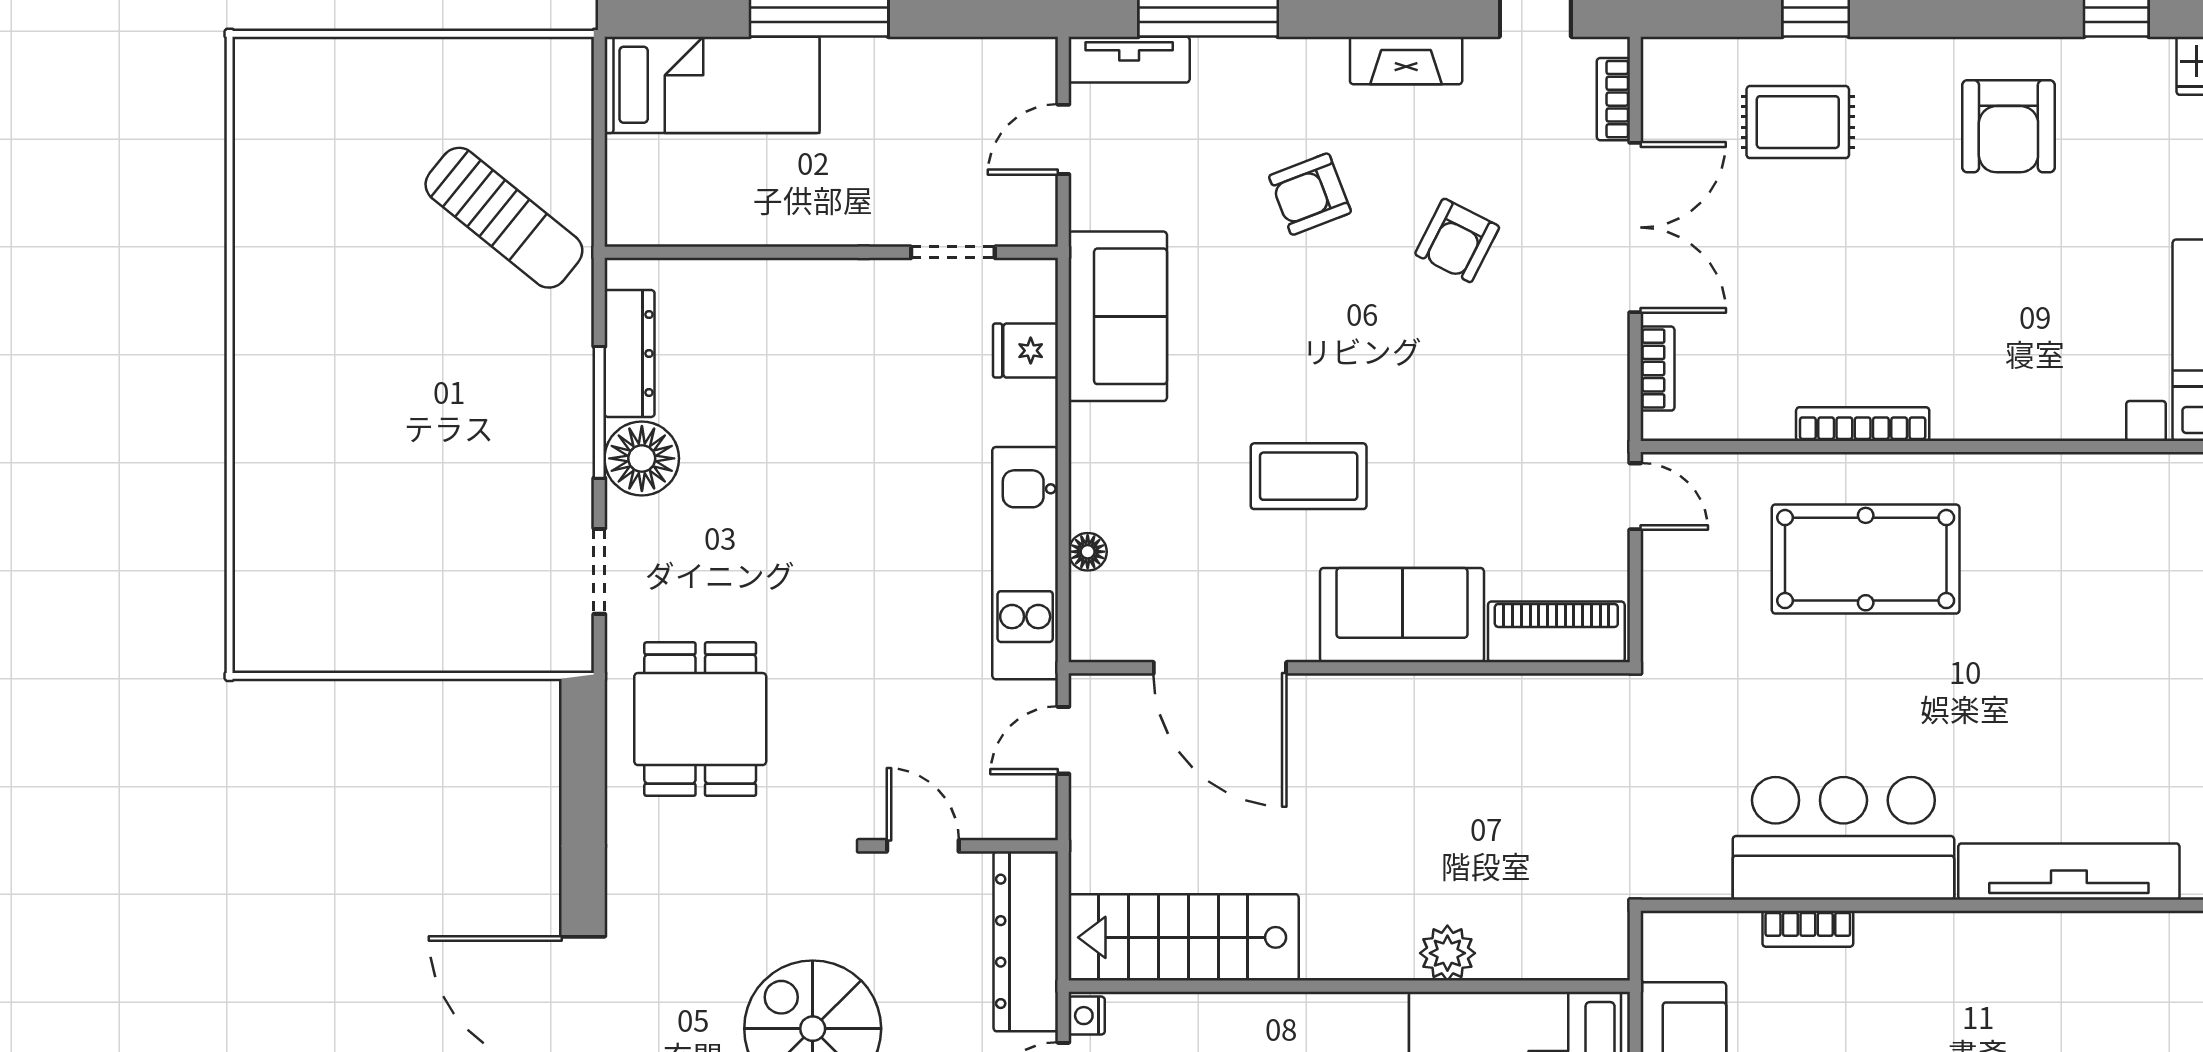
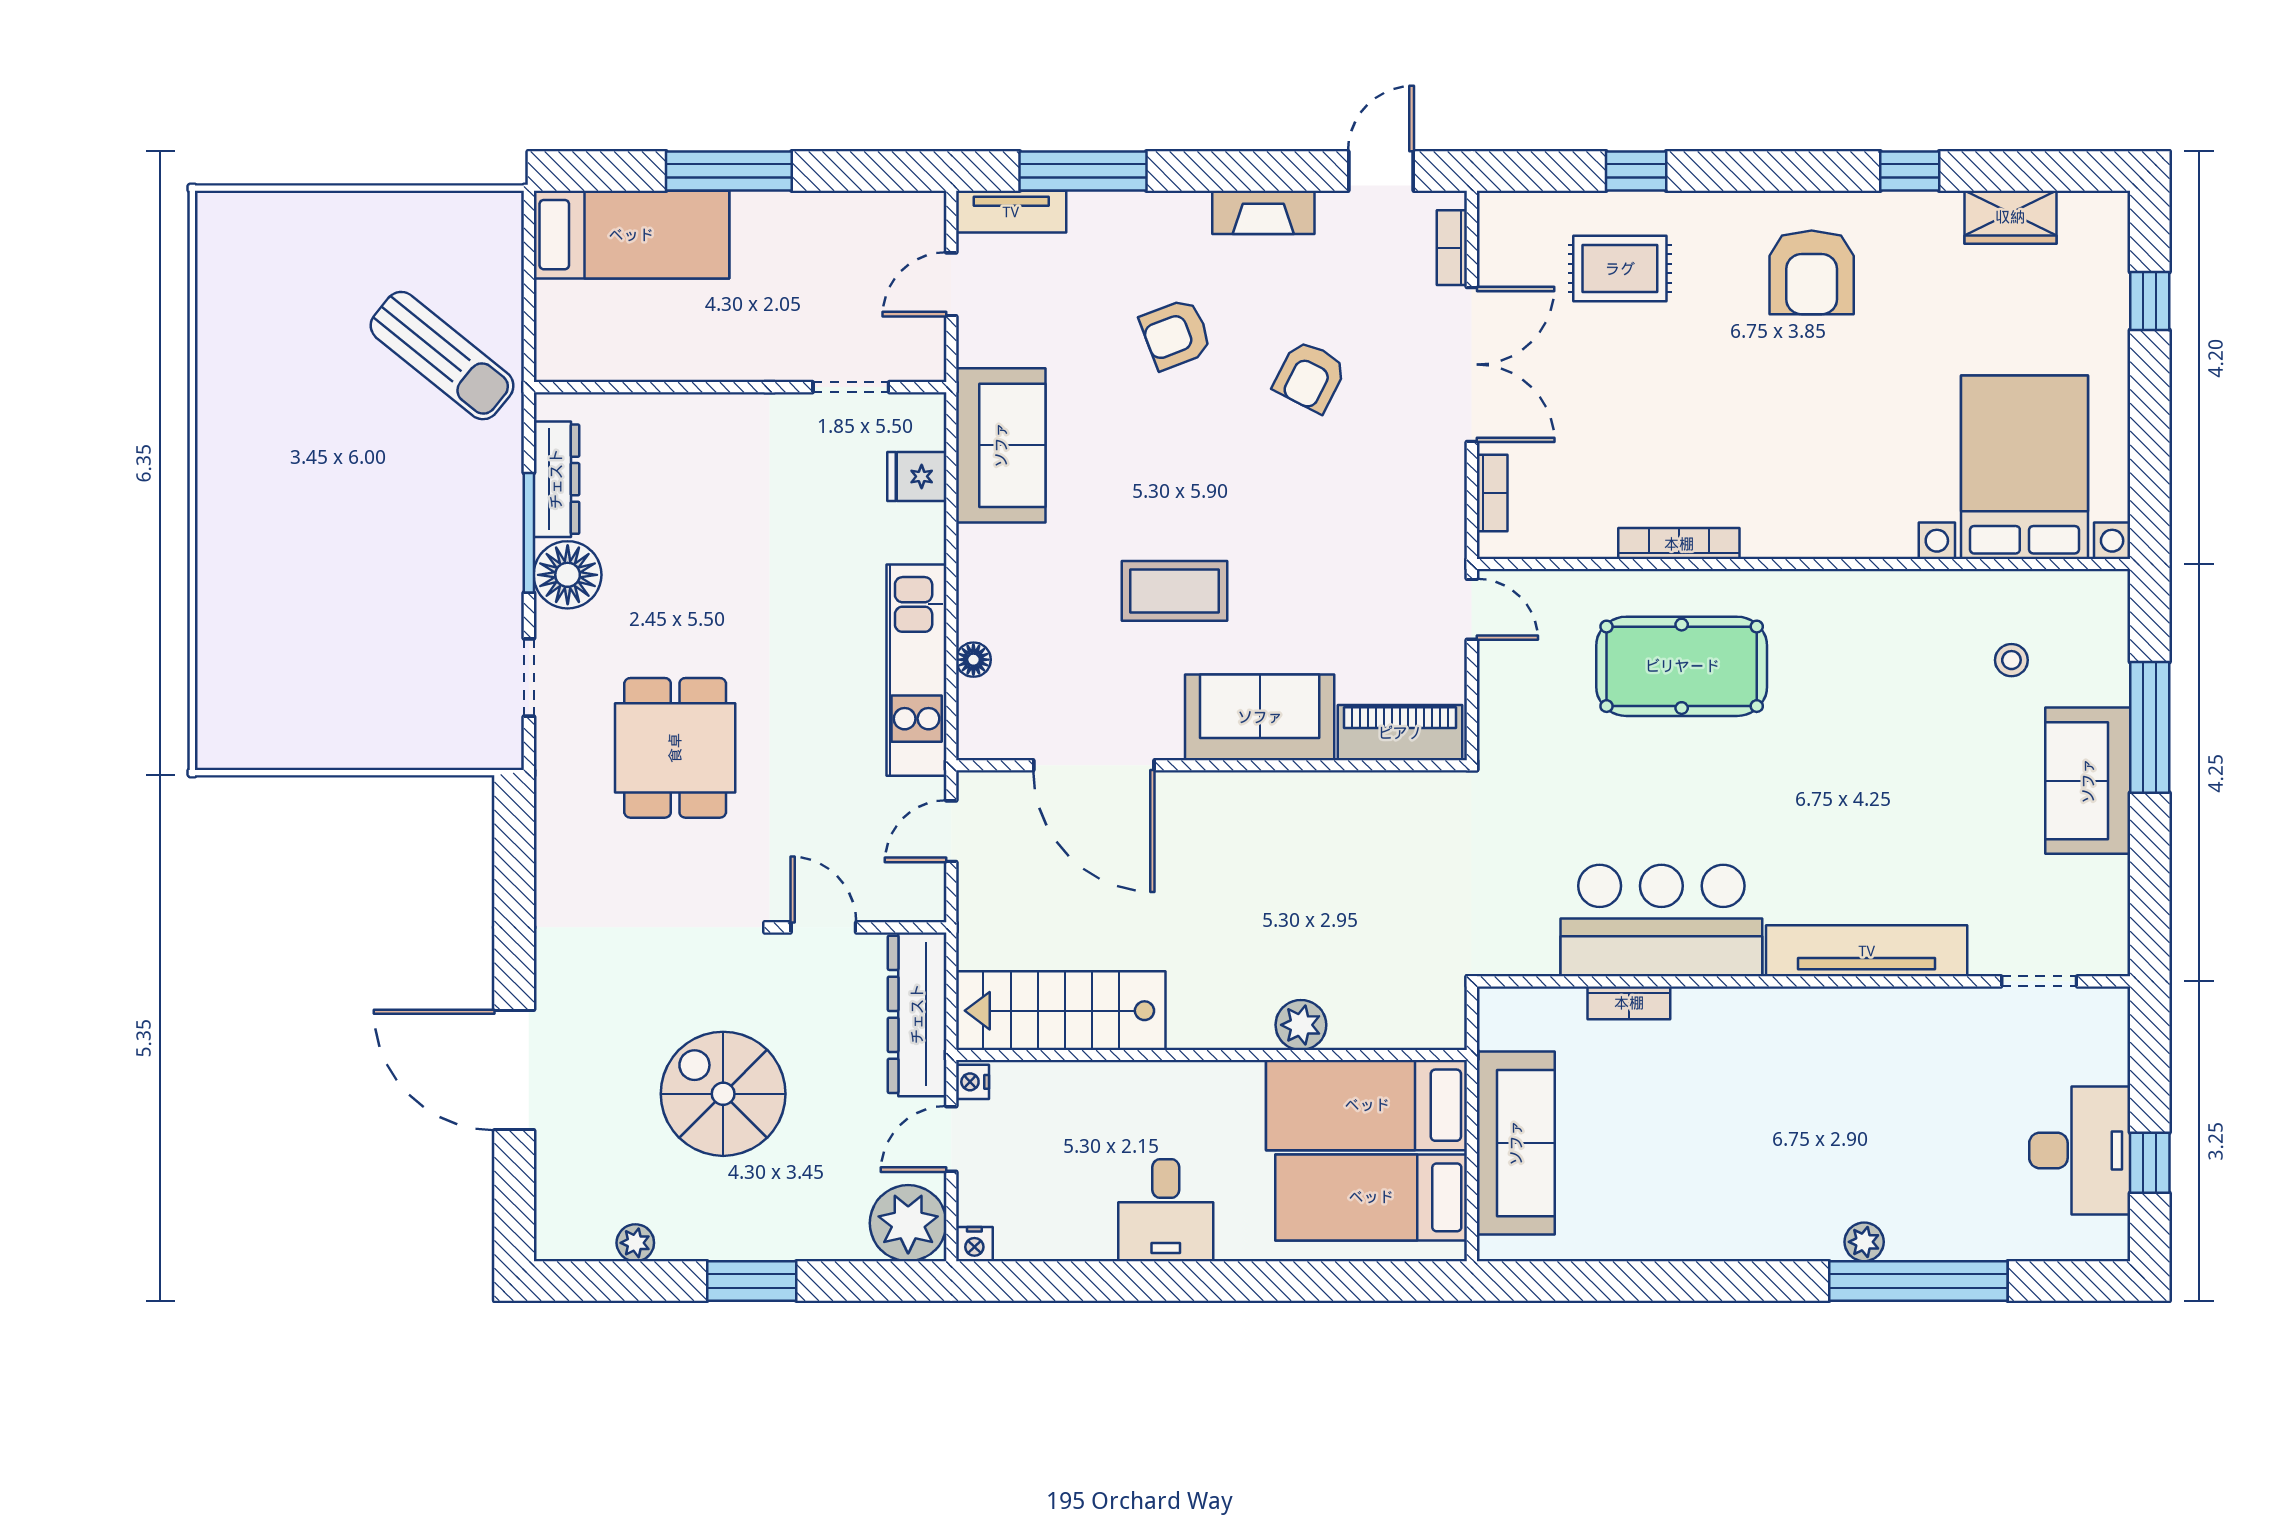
dining table: (700, 719) -> (675, 748), moved

